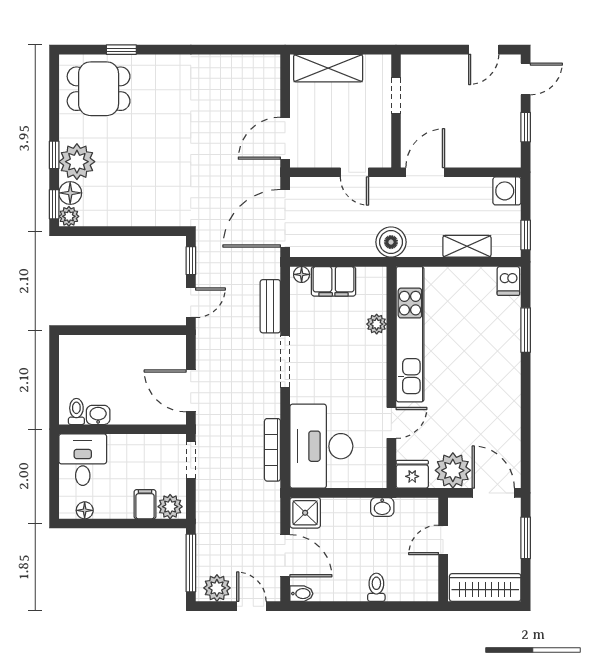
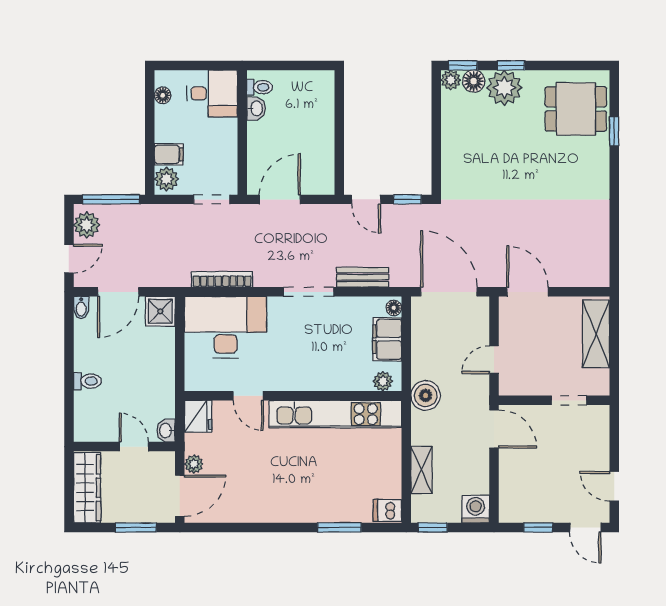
dining table: (99, 89) -> (576, 109), turned 90
plant: (377, 324) -> (383, 381), moved
plant: (453, 470) -> (194, 464), width x0.53, depth x0.53
washbasin: (382, 507) -> (166, 431), moved

